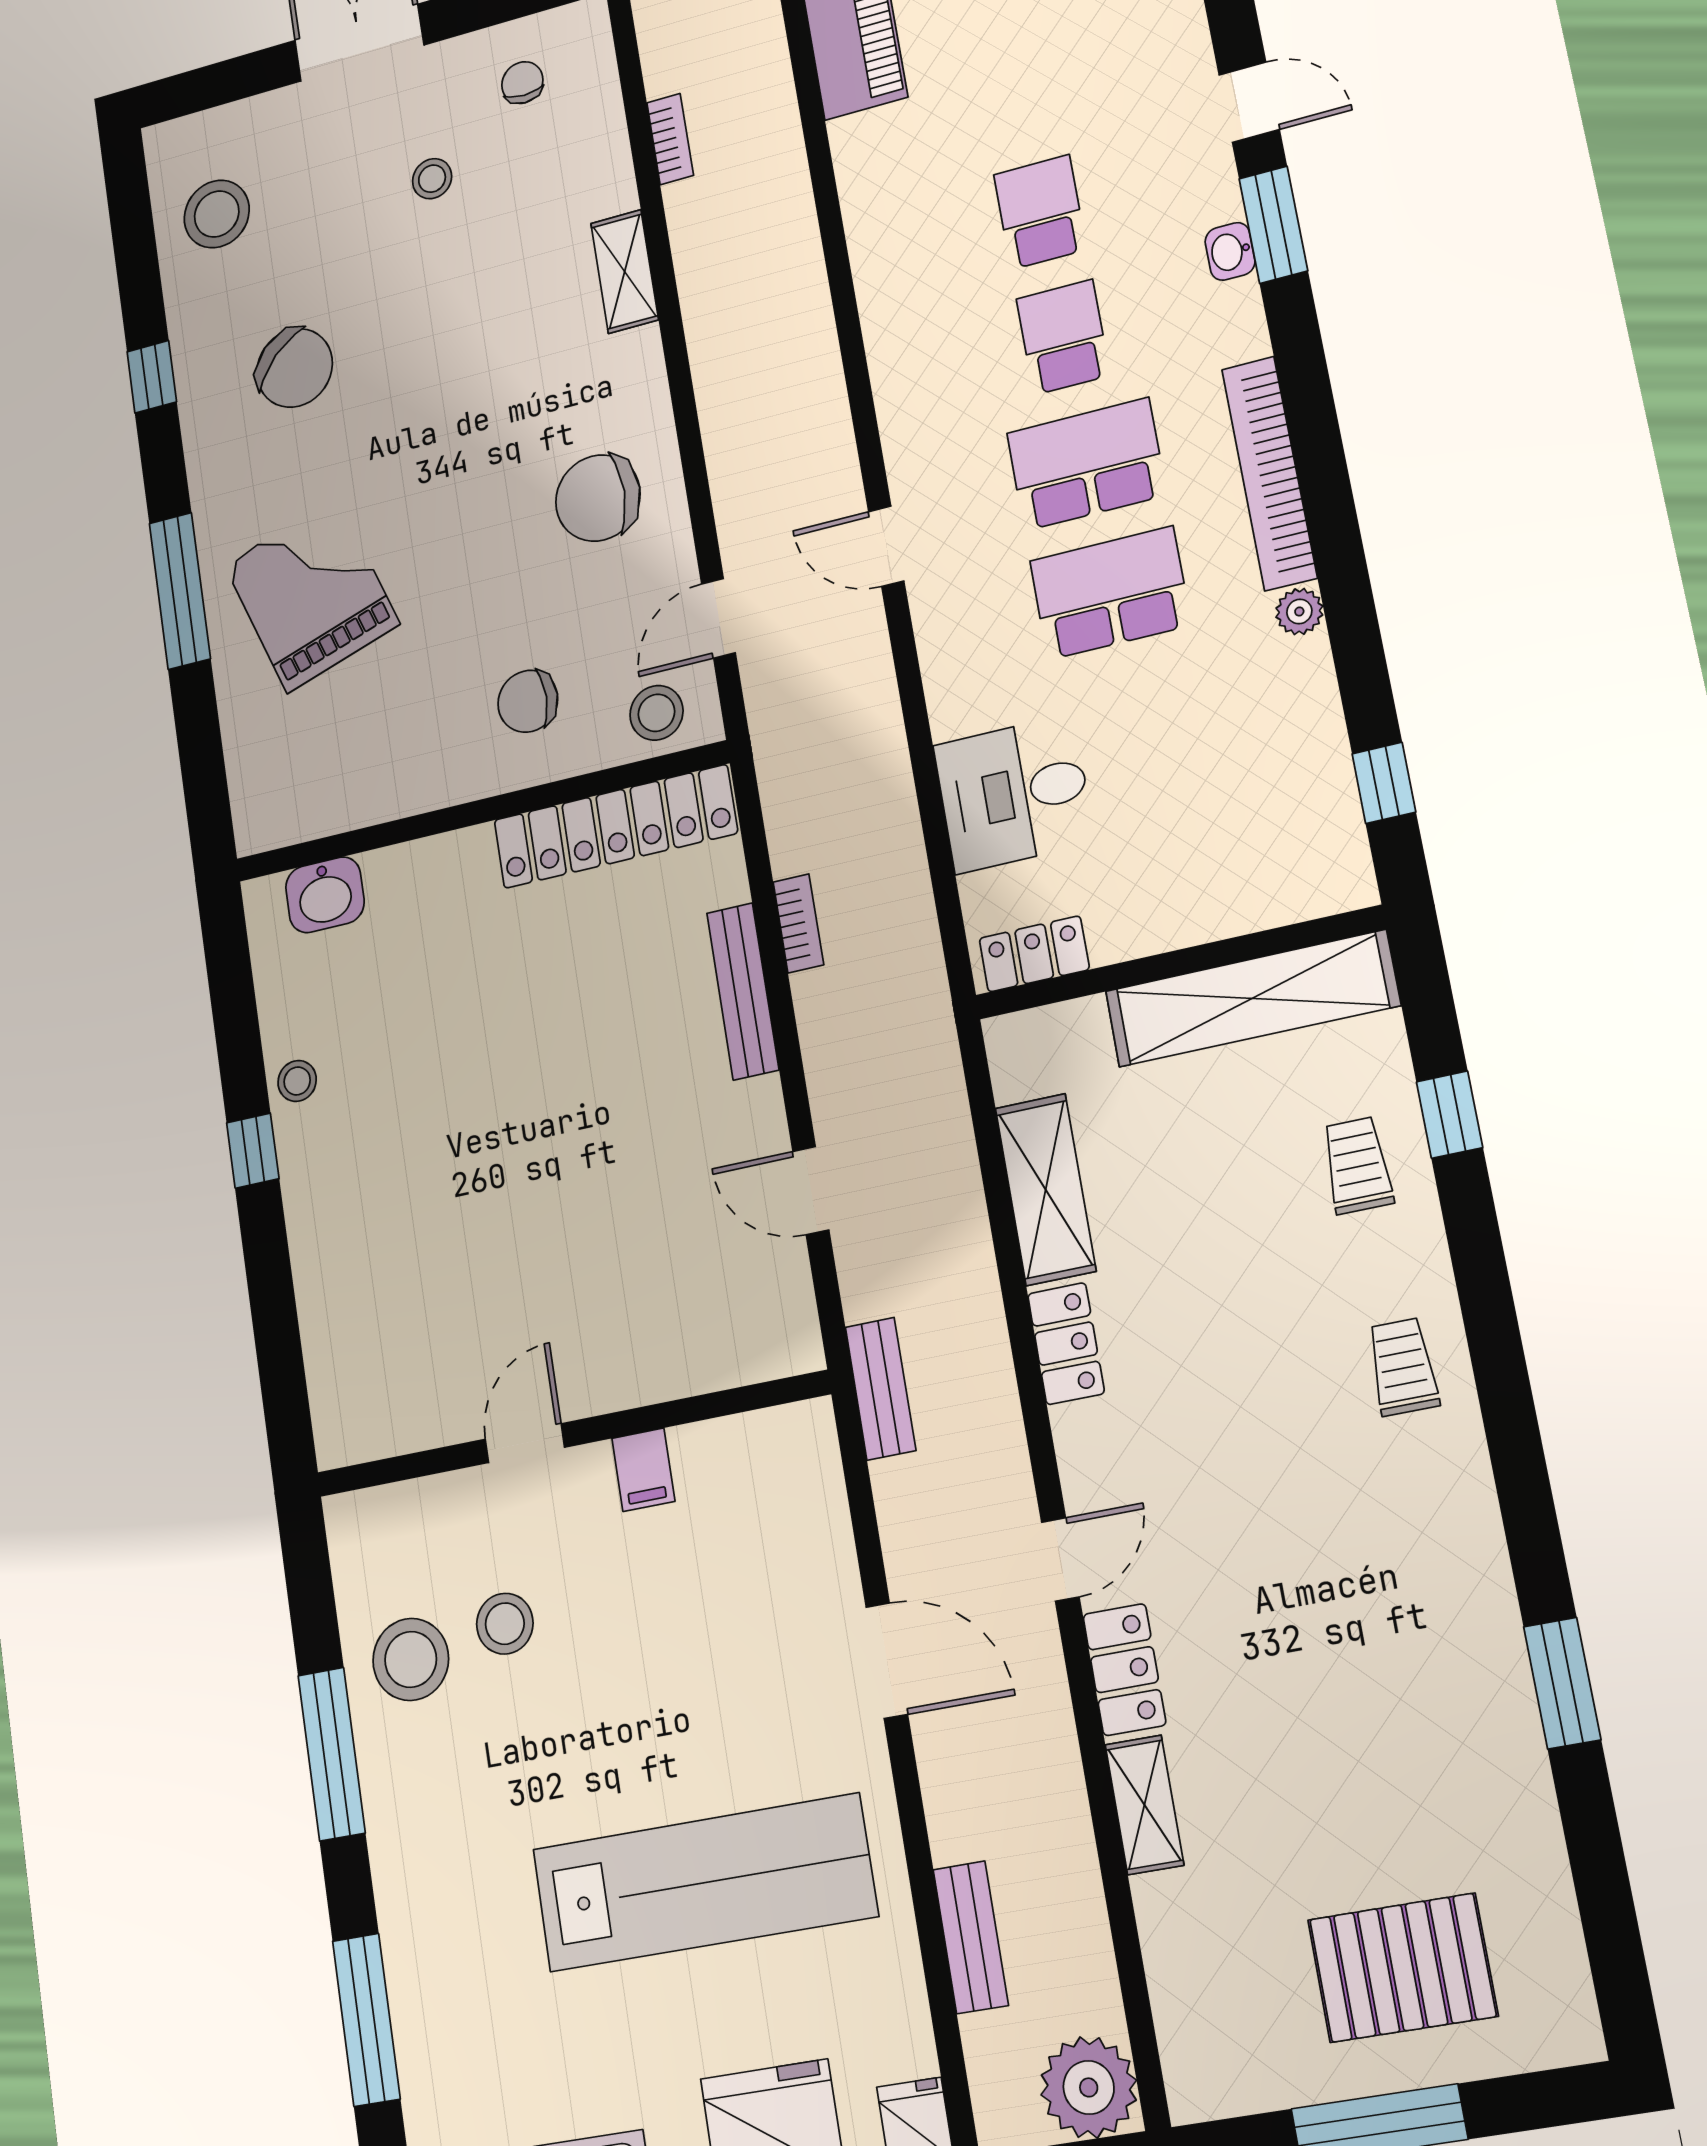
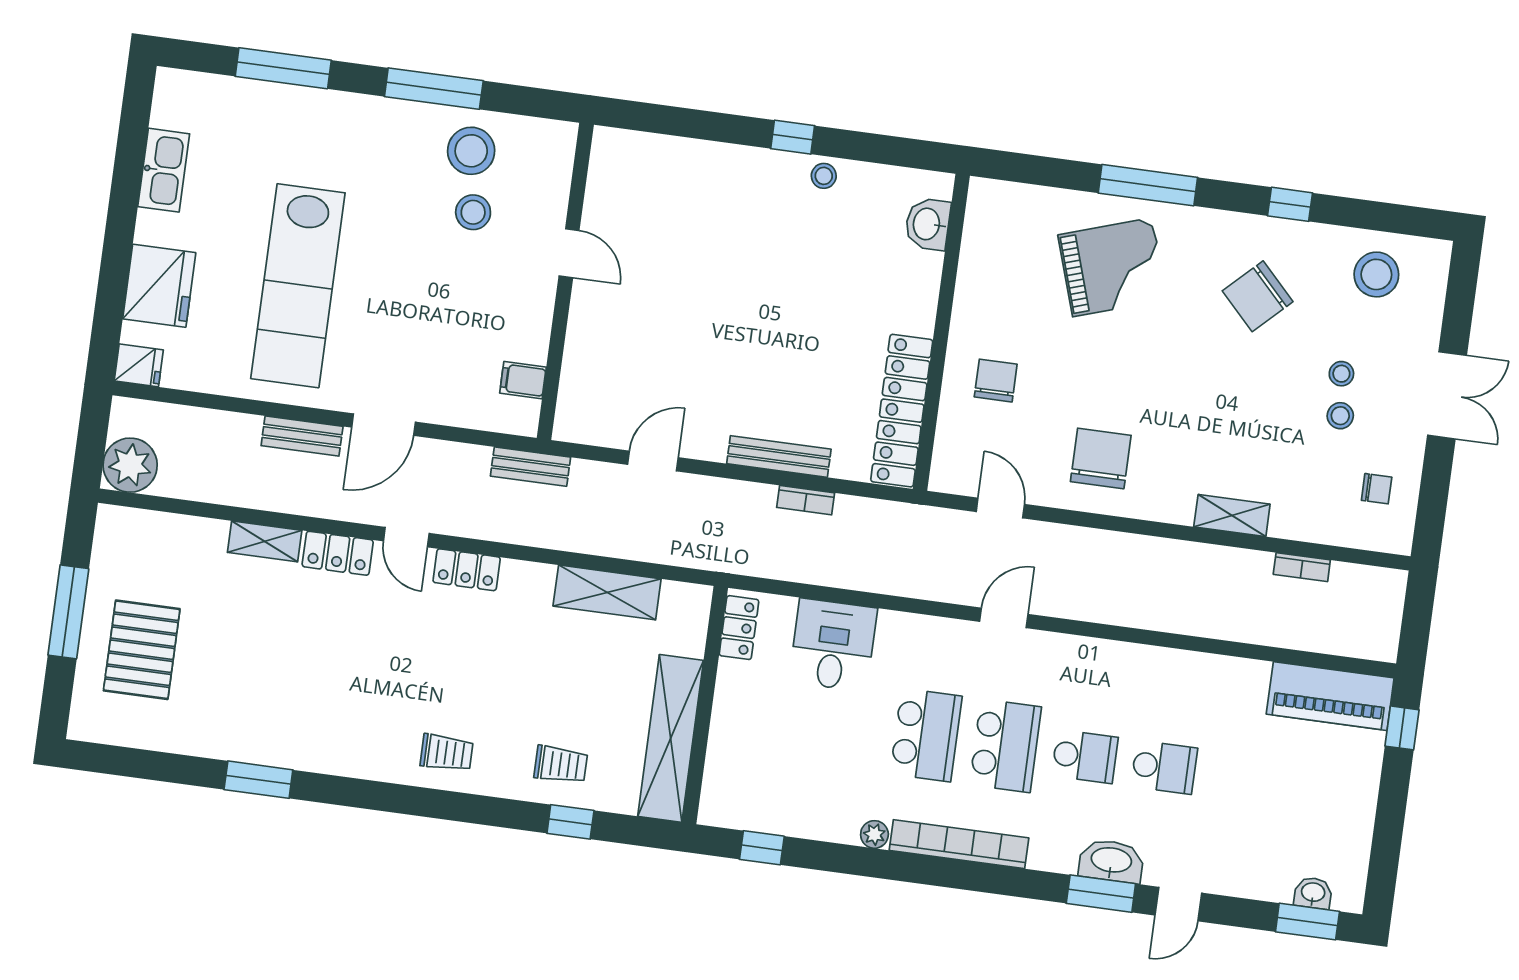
washbasin: (1230, 251) -> (1111, 861), width x1.91, depth x1.45
stool: (656, 713) -> (1341, 374), moved, width x0.73, depth x0.73
locker: (1066, 1344) -> (467, 570), moved
filing cabinet: (643, 1470) -> (523, 380), moved
bench: (971, 1937) -> (302, 436), moved

